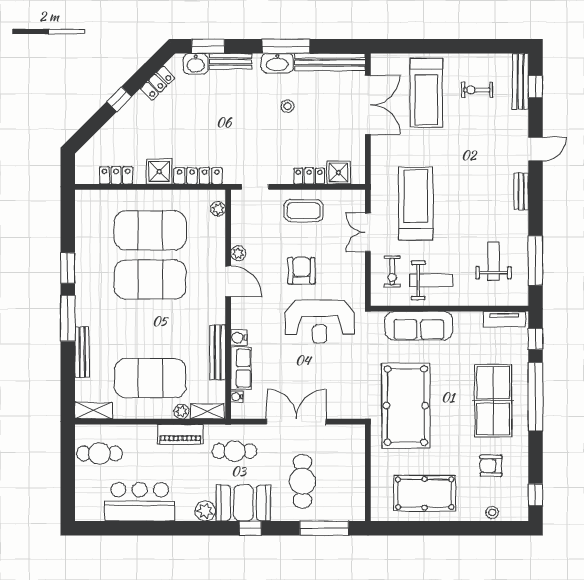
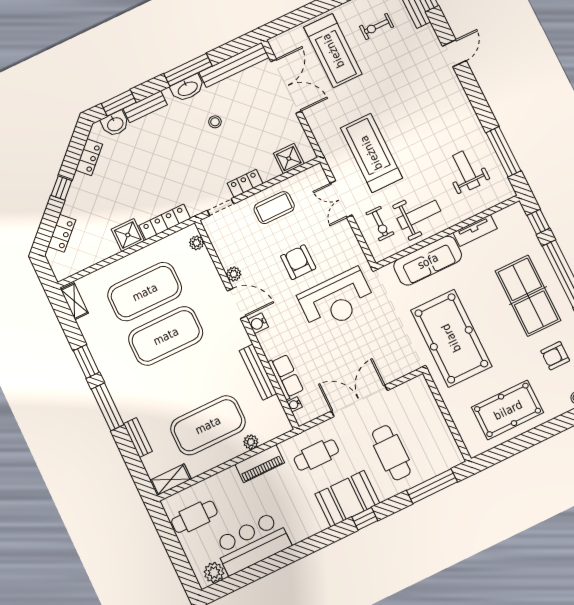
locker: (116, 175) -> (62, 233), moved, turned 135
locker: (309, 176) -> (245, 183), moved
bench: (521, 191) -> (460, 97), removed
tv unit: (504, 319) -> (475, 231), moved
water cooler: (239, 338) -> (258, 323), moved
bench: (82, 352) -> (138, 438), width x0.73
shelving: (207, 411) -> (74, 301), moved, turned 90
plant: (205, 511) -> (214, 573), moved

